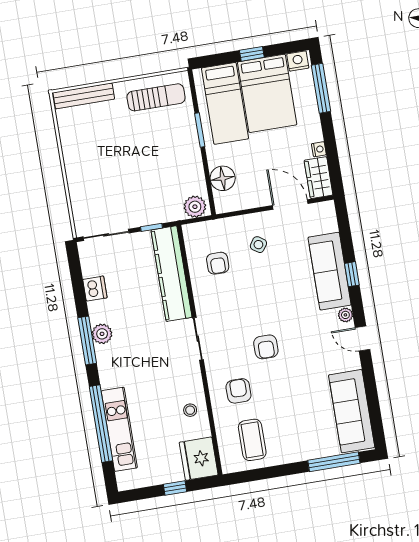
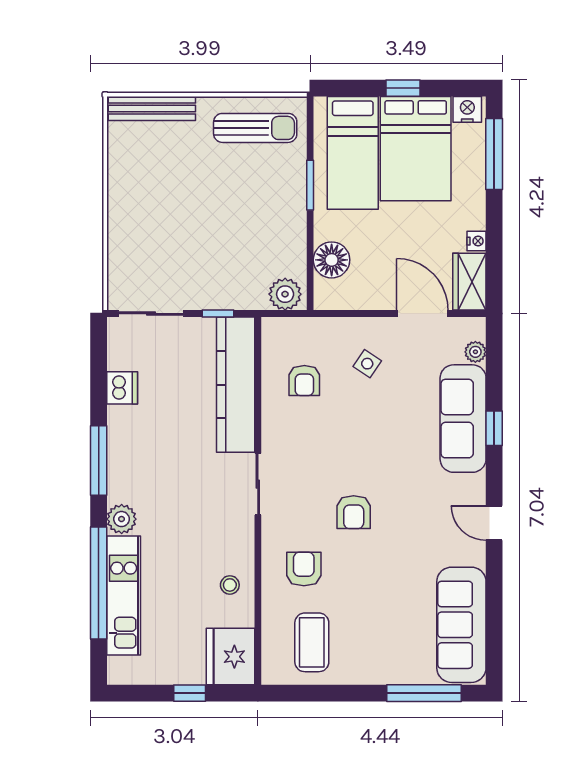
plant: (345, 315) -> (475, 352), moved
plant: (102, 334) -> (122, 519), moved

